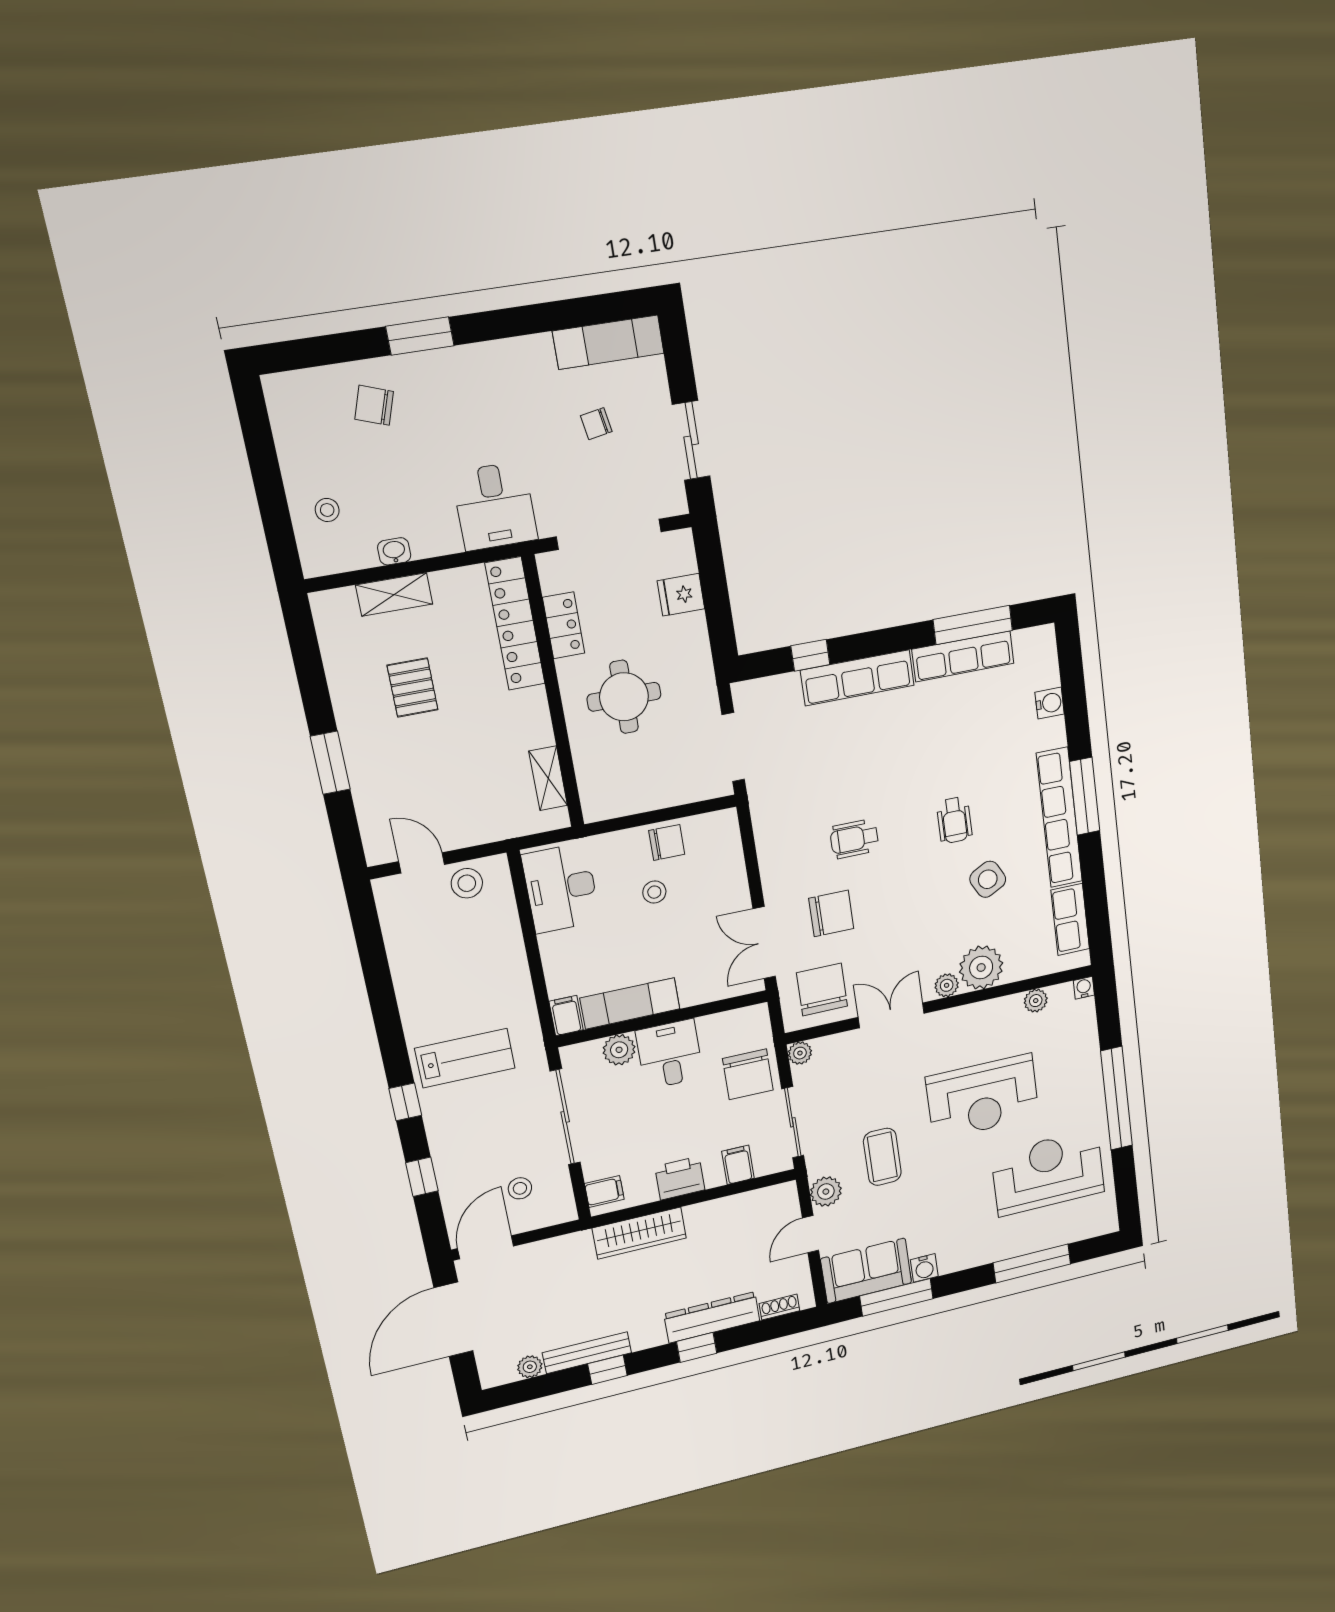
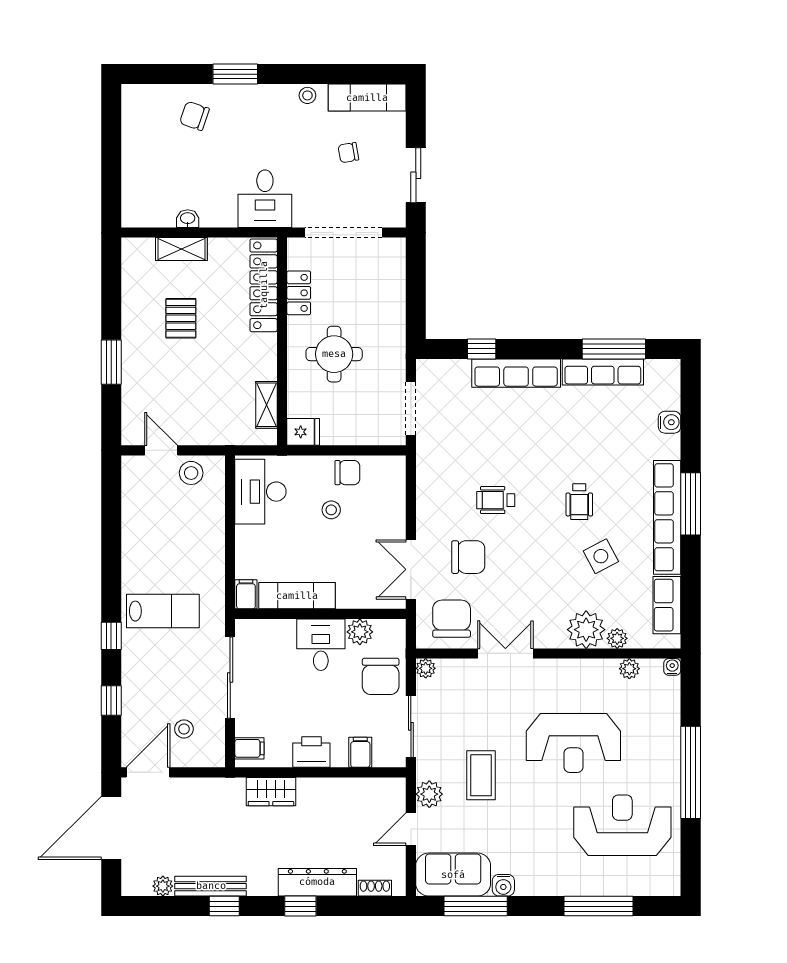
stool: (327, 510) -> (307, 95), moved
fridge: (681, 595) -> (303, 432), moved, turned 180
plant: (947, 985) -> (617, 638), moved
plant: (619, 1050) -> (360, 632), moved
wardrobe: (639, 1233) -> (271, 792), width x0.67

